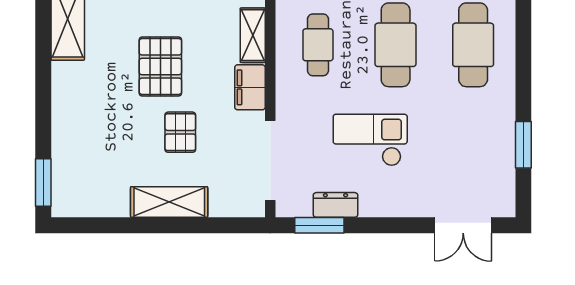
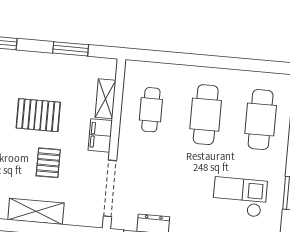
pallet: (160, 66) -> (38, 115), turned 90
checkout: (370, 140) -> (240, 197), moved

